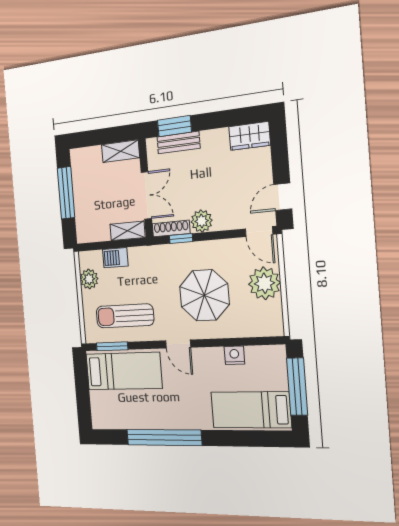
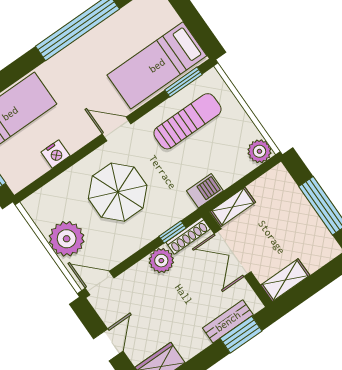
door: (283, 197) -> (108, 345), moved
barbecue: (115, 258) -> (205, 191), moved
plant: (89, 279) -> (259, 151), moved

